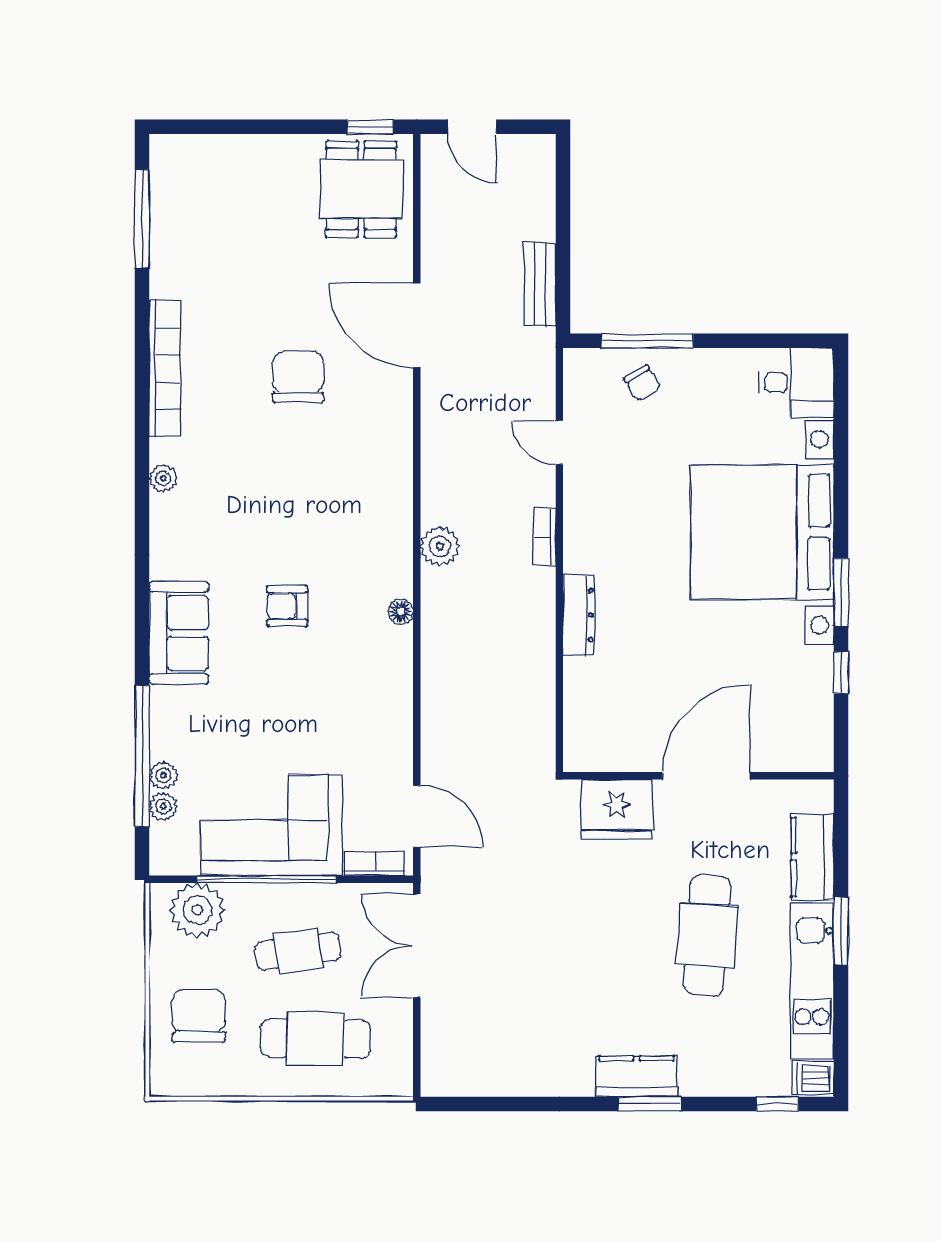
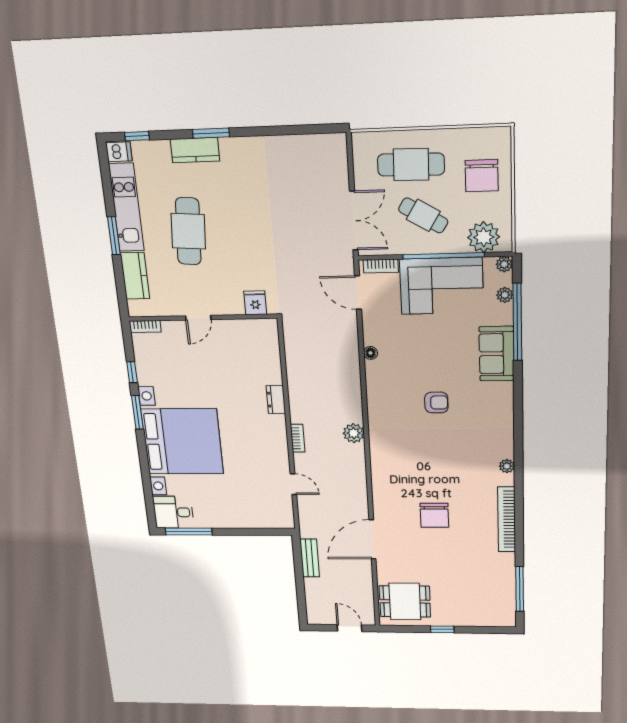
window: (370, 127) -> (442, 629), moved
dining table: (361, 189) -> (405, 601), turned 90
door: (417, 325) -> (372, 539), swing flipped
window: (647, 341) -> (189, 532), moved
chair: (642, 383) -> (253, 512), removed
floor lamp: (401, 612) -> (370, 353), moved
dresser: (579, 615) -> (276, 400), width x0.70
sofa: (179, 633) -> (496, 354), moved
bookcase: (806, 761) -> (145, 327), added
plant: (163, 775) -> (504, 264), moved
door: (706, 776) -> (198, 318), width x0.53
fridge: (617, 809) -> (255, 303), width x0.53, depth x0.75
cafe table: (298, 951) -> (423, 215), turned 39
kitchen counter: (637, 1076) -> (195, 150), moved

